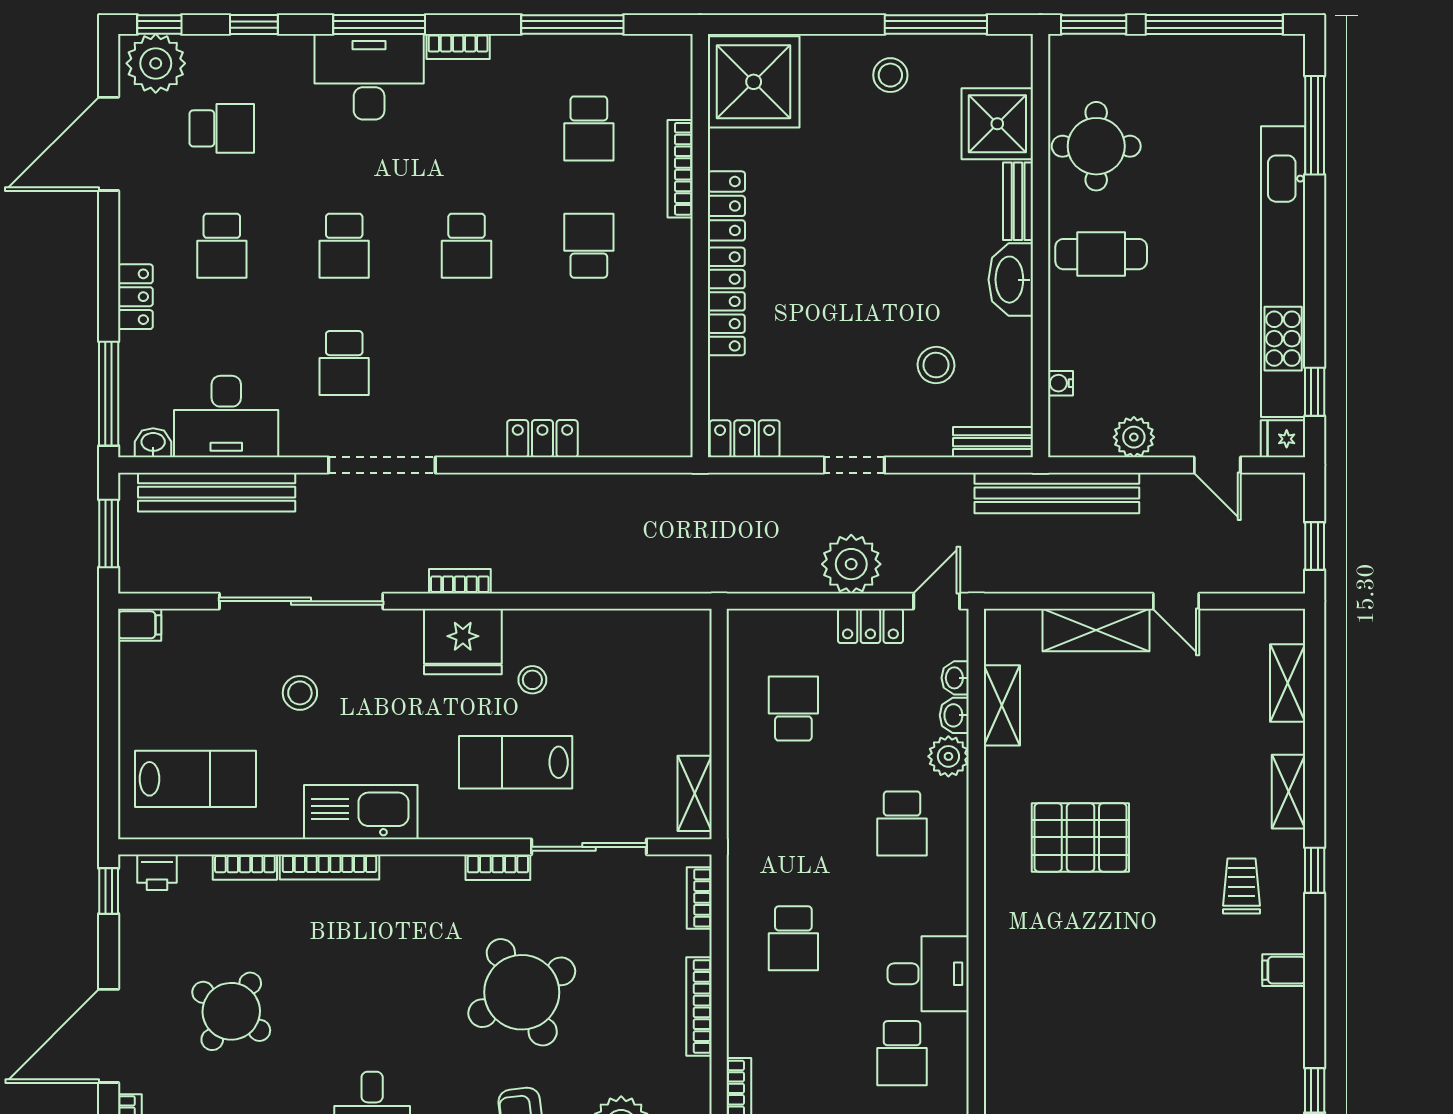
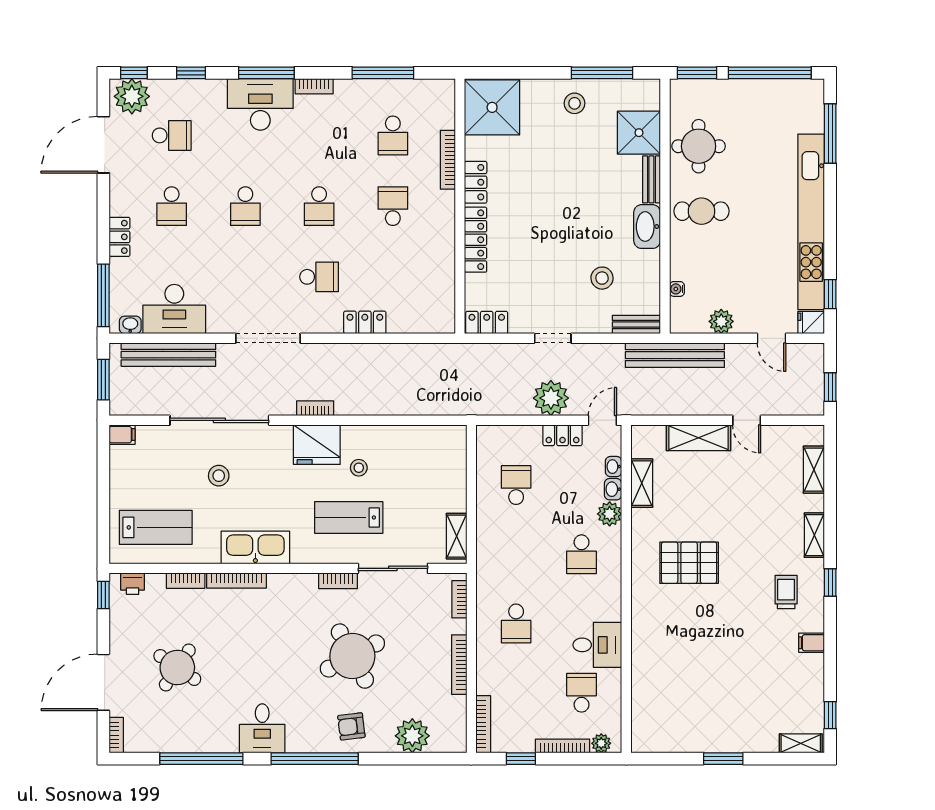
school desk: (344, 363) -> (319, 277), moved, turned -90
school desk: (902, 1053) -> (582, 693), turned 180

